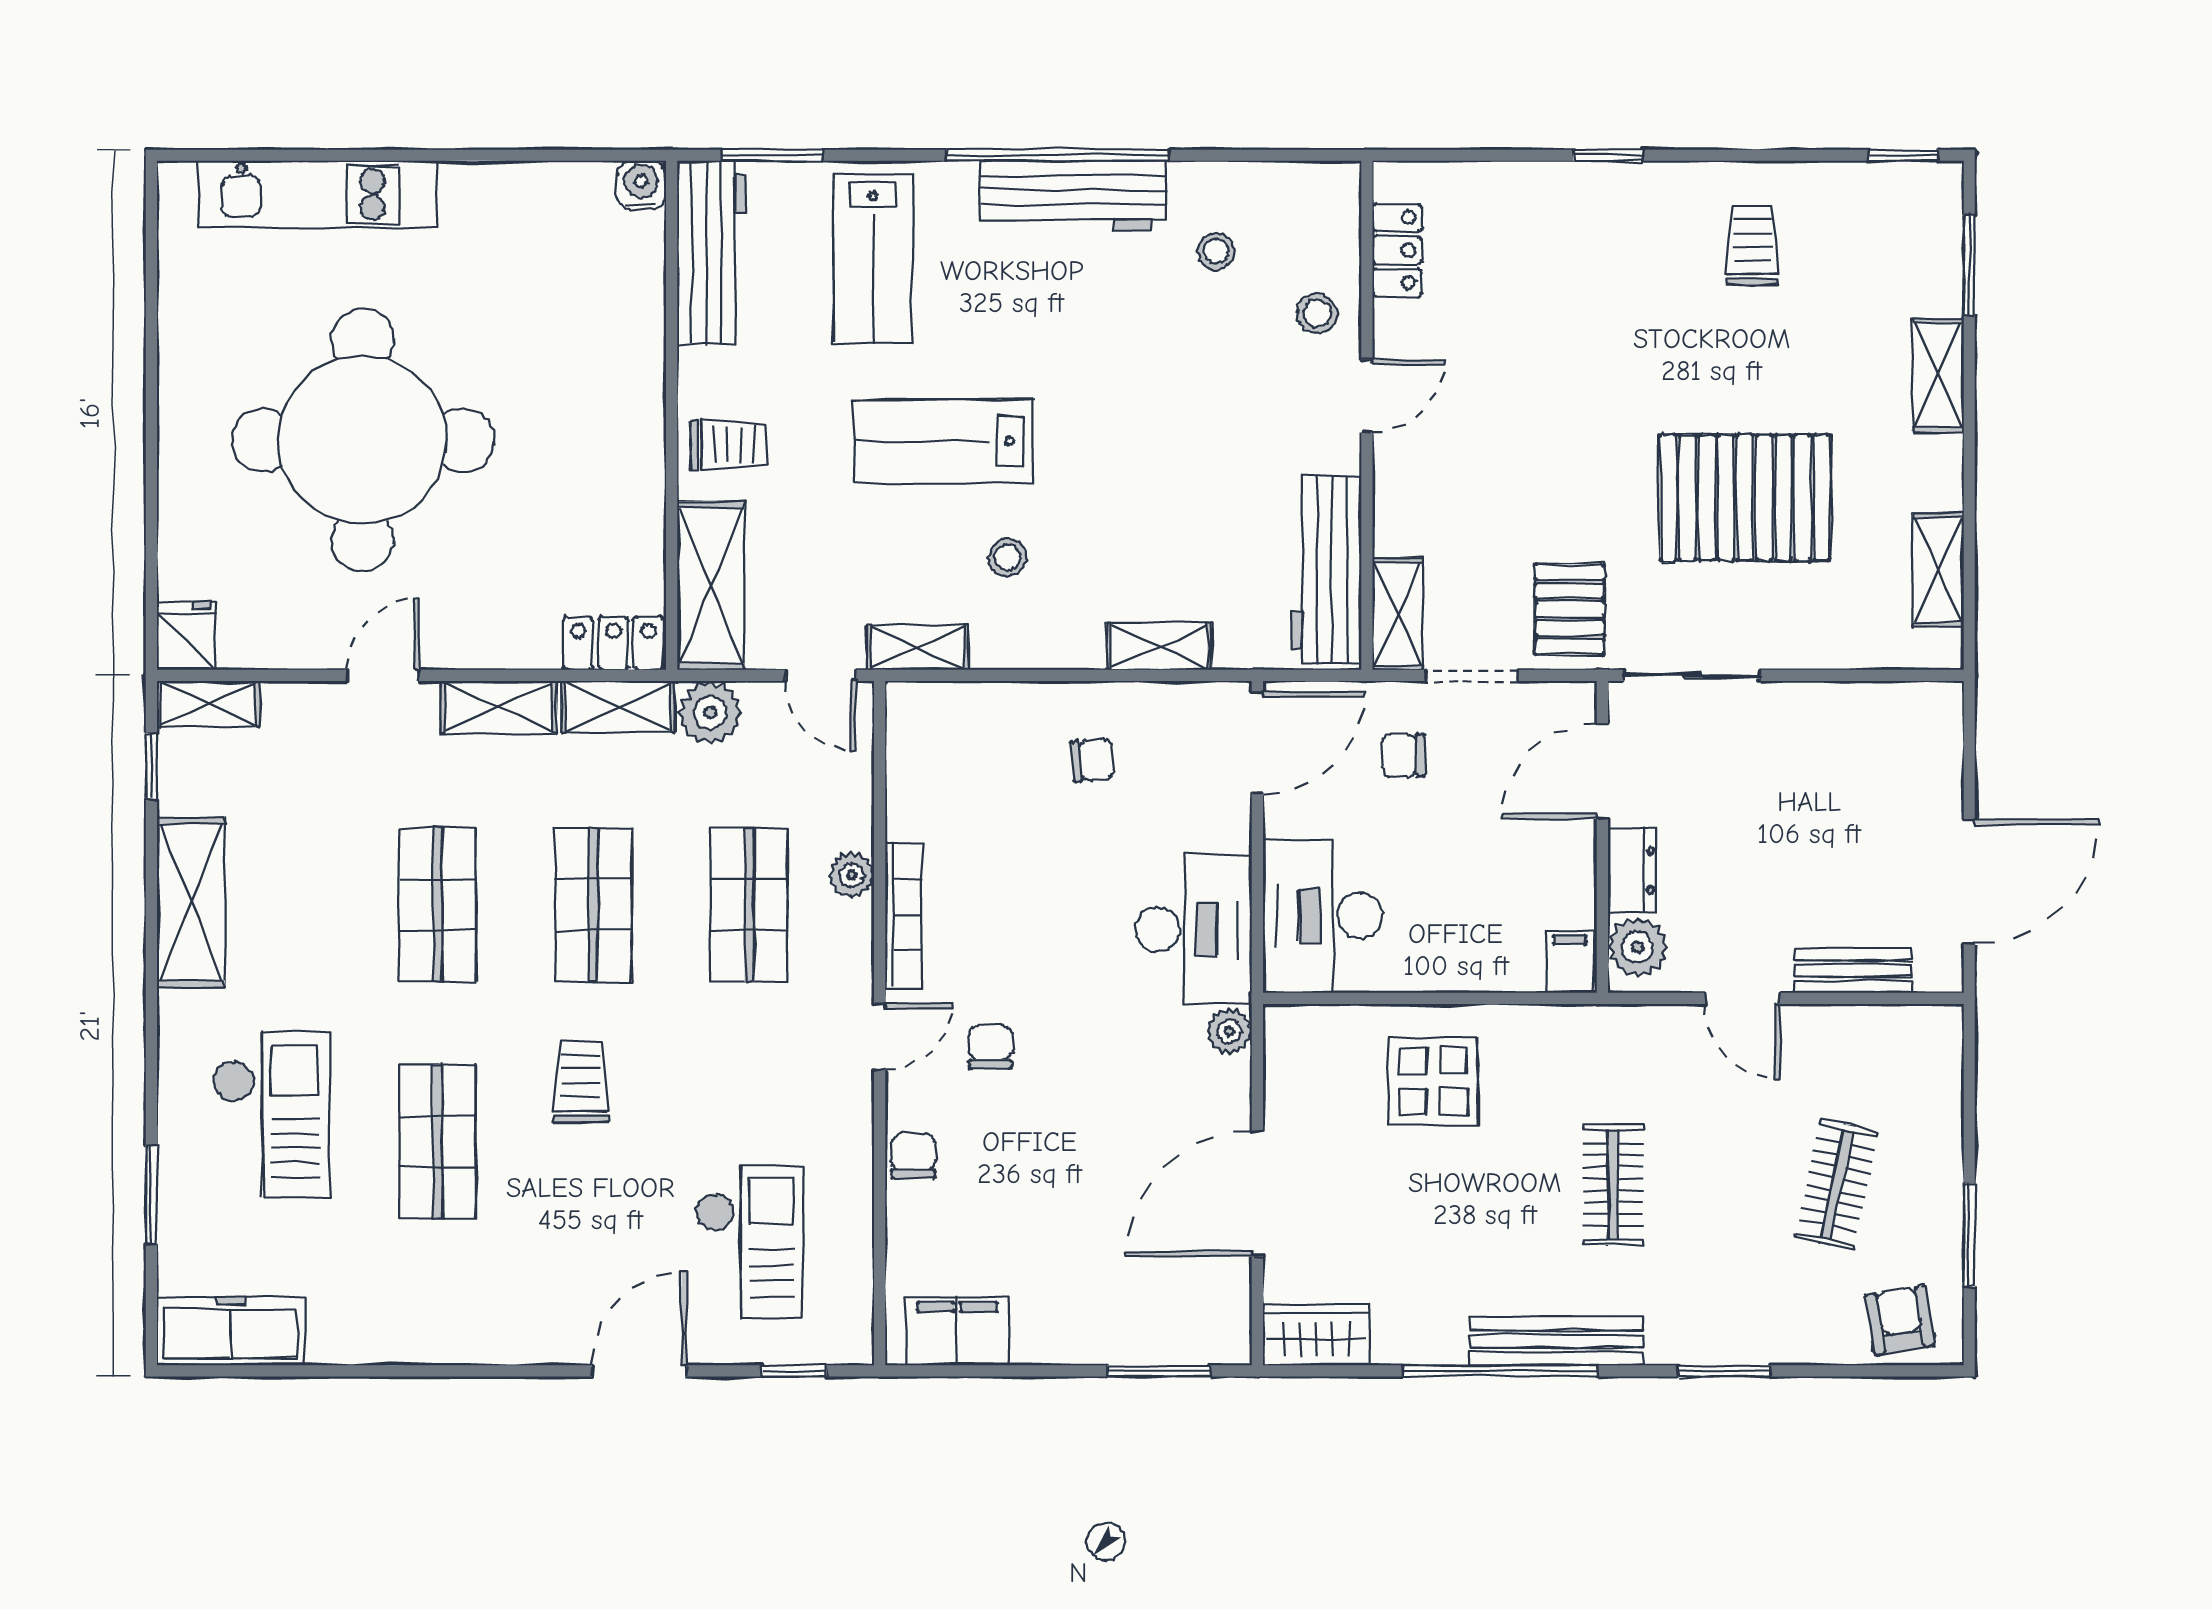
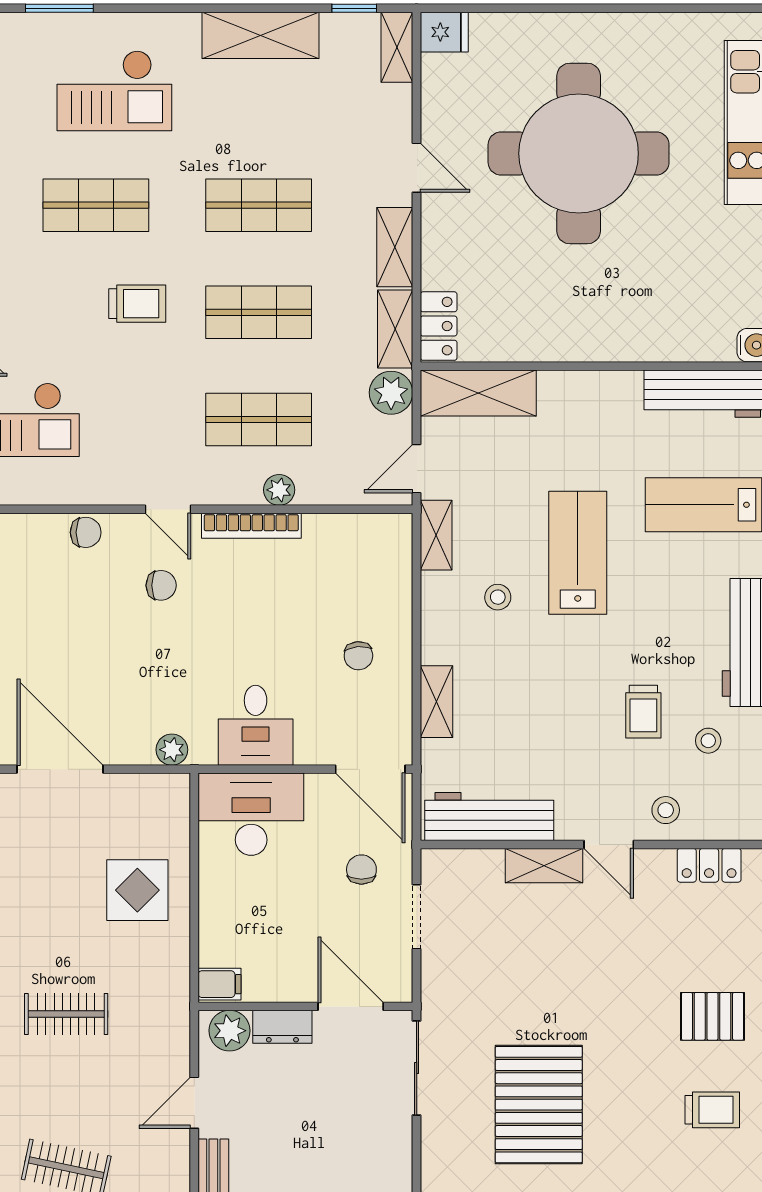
trolley: (729, 445) -> (643, 712), moved
pallet: (1570, 609) -> (713, 1016), moved
shelving: (1398, 614) -> (544, 866), moved
desk: (1194, 930) -> (256, 725), width x0.73

